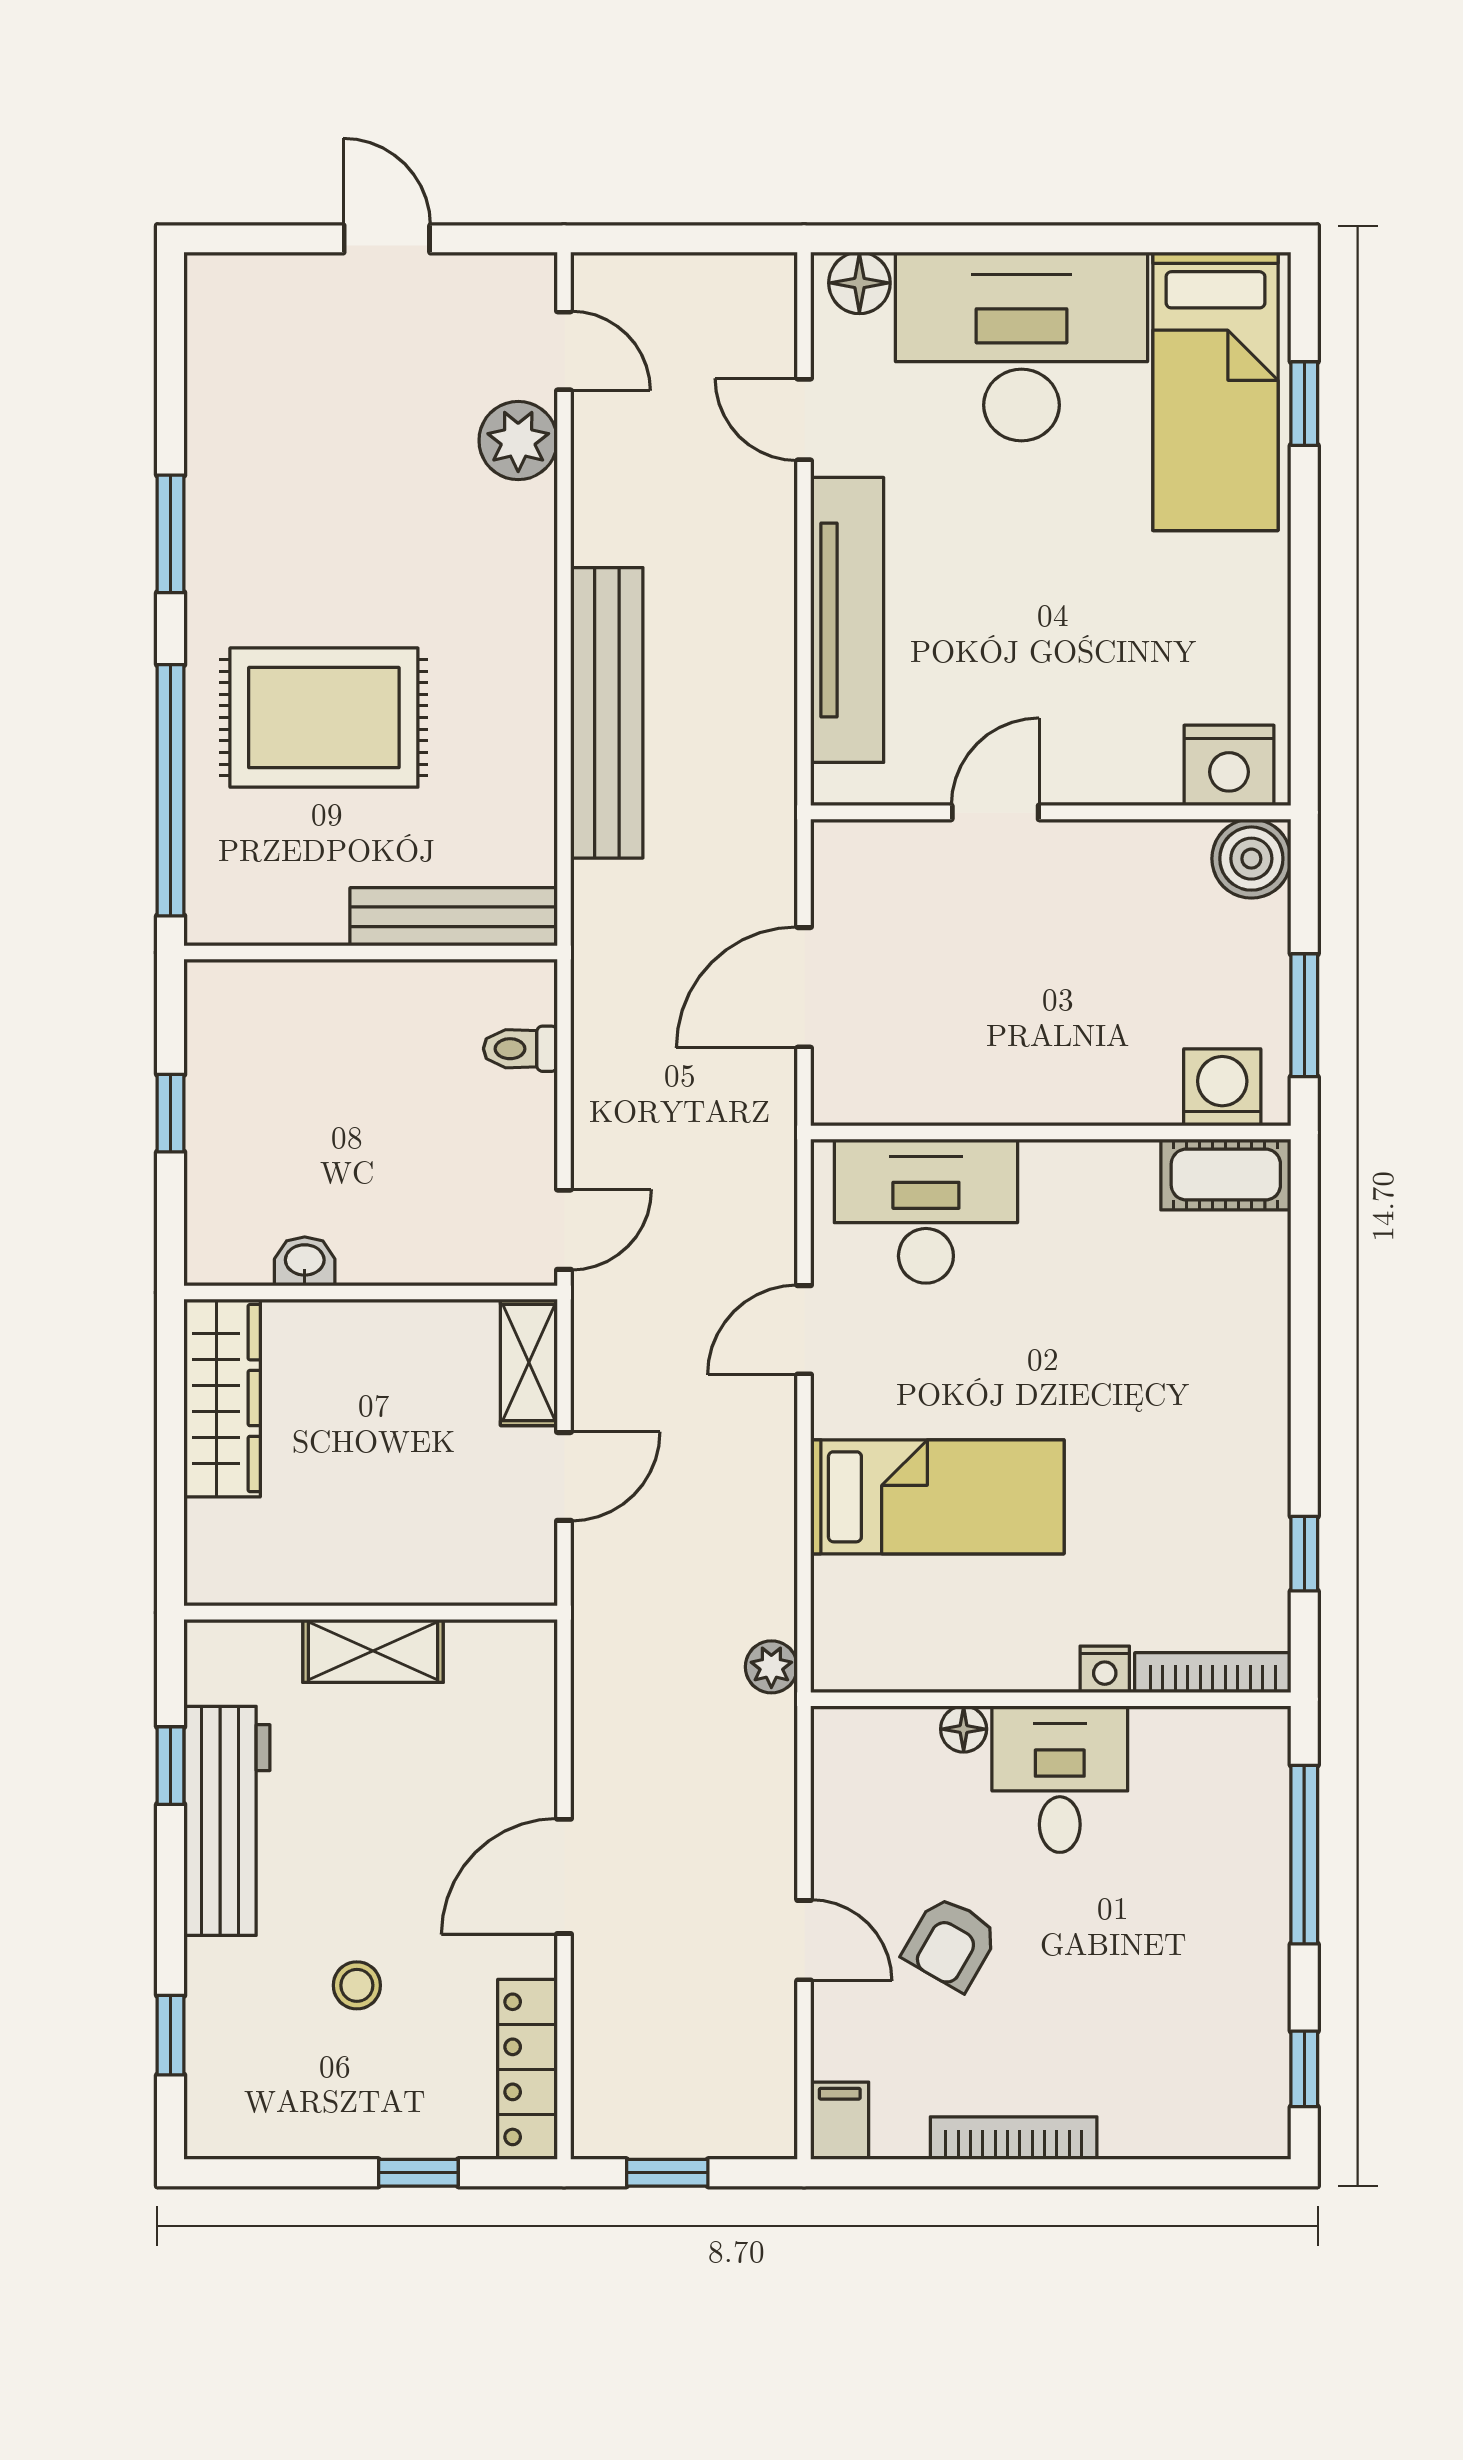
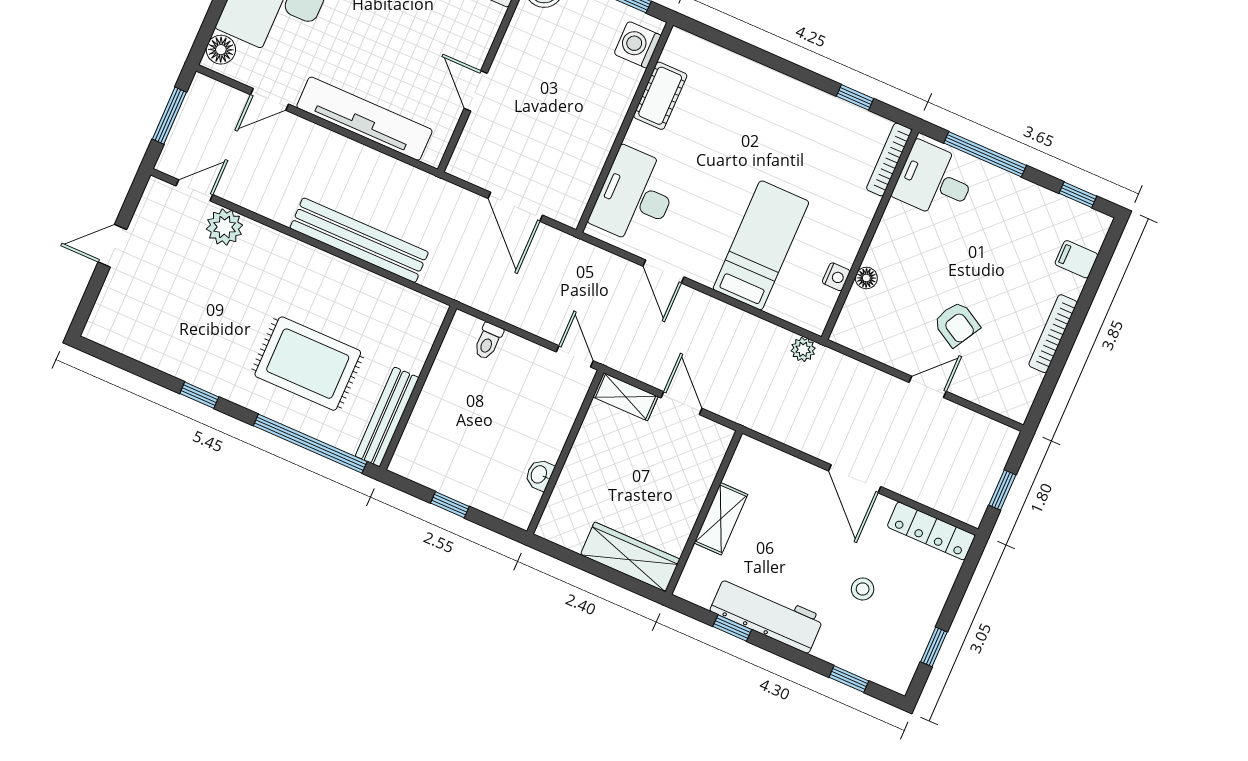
window: (688, 239) -> (169, 116), added
window: (171, 534) -> (199, 395), width x0.67
rug: (324, 718) -> (308, 364), turned 90
bench: (454, 917) -> (387, 417), moved
cot: (1226, 1175) -> (660, 96), moved
wardrobe: (222, 1398) -> (630, 557), moved
nightstand: (1105, 1669) -> (836, 277), moved
desk: (1060, 1779) -> (935, 181), moved
filing cabinet: (840, 2121) -> (1076, 259), moved
window: (418, 2173) -> (934, 647), moved

